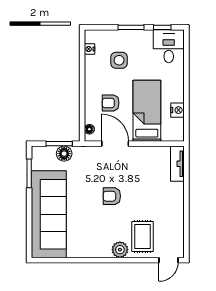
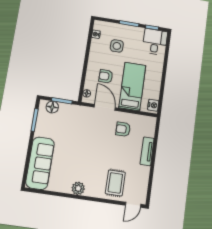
nightstand: (177, 110) -> (153, 105), moved
floor lamp: (64, 154) -> (52, 107), moved
tv unit: (177, 164) -> (147, 151), moved
armchair: (112, 196) -> (123, 129), moved
sofa: (49, 214) -> (40, 163), width x0.74, depth x0.79
plant: (120, 250) -> (78, 188), moved

